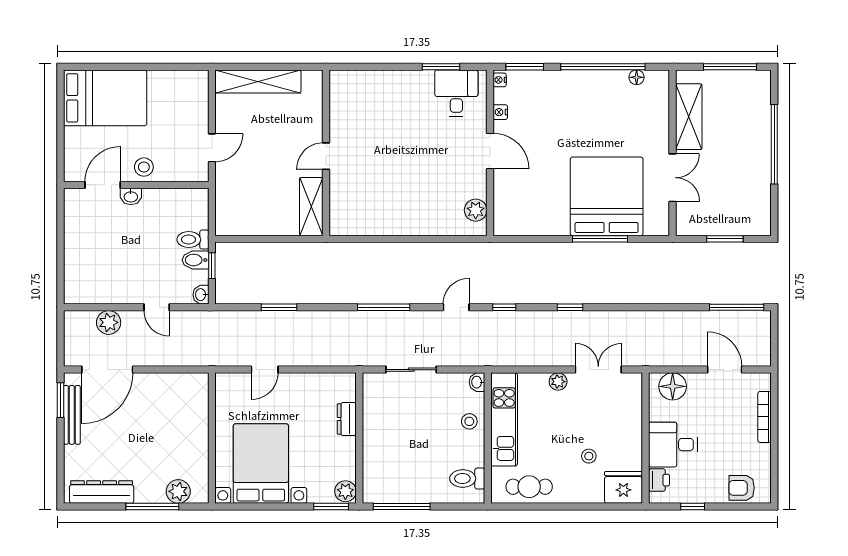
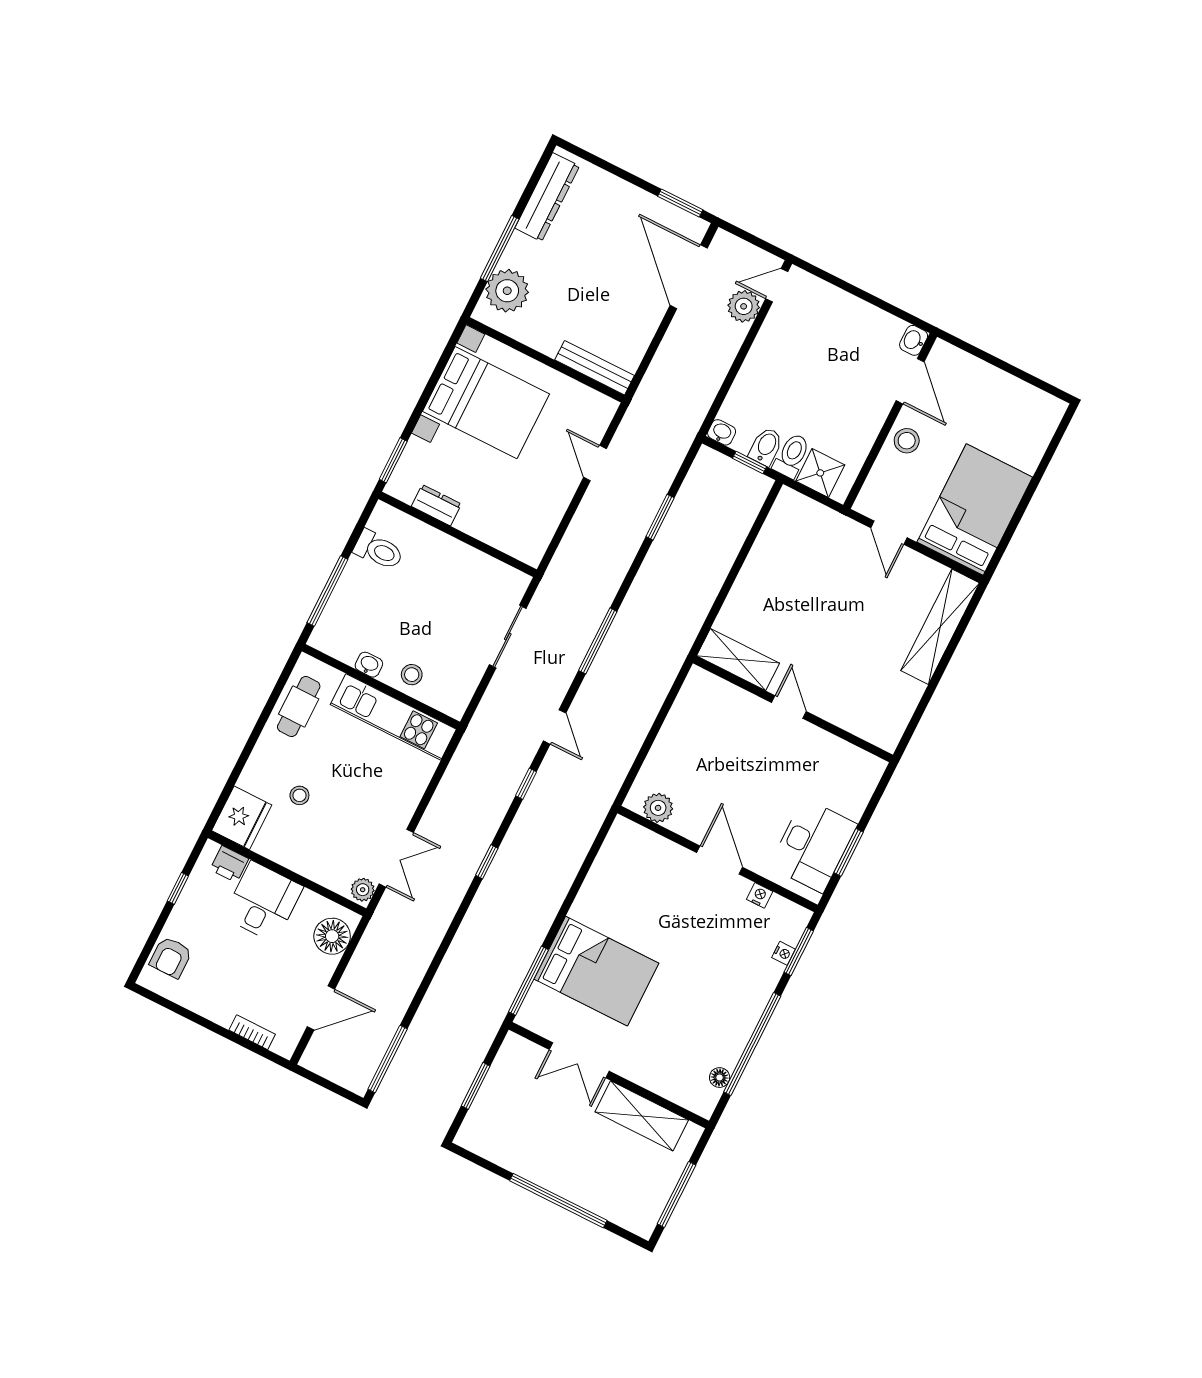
nightstand: (500, 80) -> (783, 953), moved, turned 90
desk: (456, 93) -> (813, 845), width x1.37
bed: (105, 98) -> (975, 510), moved, turned 180
door: (490, 151) -> (719, 860), swing flipped
wall: (326, 153) -> (793, 709), moved
door: (326, 156) -> (789, 707), moved
washbasin: (131, 196) -> (914, 340), moved
bed: (607, 196) -> (596, 971), width x0.73
shelving: (311, 207) -> (738, 660), moved
shower: (195, 214) -> (820, 473), added
window: (600, 239) -> (529, 981), moved
door: (157, 307) -> (777, 285), moved
washbasin: (477, 382) -> (369, 665), moved
plant: (558, 382) -> (363, 890), moved
bench: (72, 415) -> (595, 368), moved
bookcase: (764, 417) -> (252, 1032), width x0.64
dresser: (347, 419) -> (436, 505), moved
toilet: (467, 479) -> (379, 550), moved, turned 90
armchair: (742, 488) -> (171, 957), turned 180
plant: (178, 491) -> (507, 291), width x1.36, depth x1.36
plant: (345, 491) -> (403, 486), removed
window: (402, 507) -> (327, 591), moved

